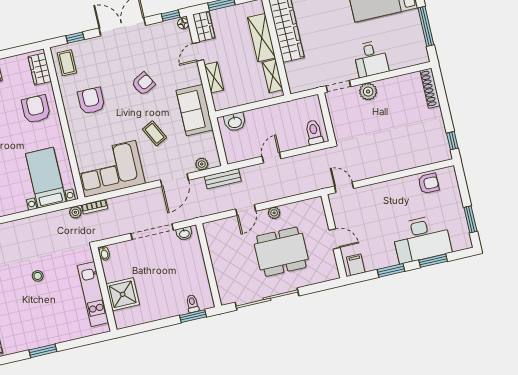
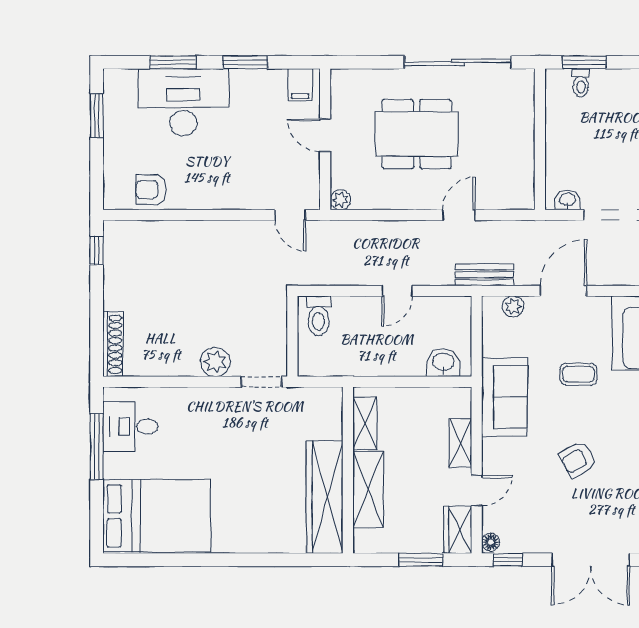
desk: (371, 59) -> (130, 426), moved, turned -90
coffee table: (155, 133) -> (578, 374), turned -63
plant: (274, 213) -> (340, 200), moved

